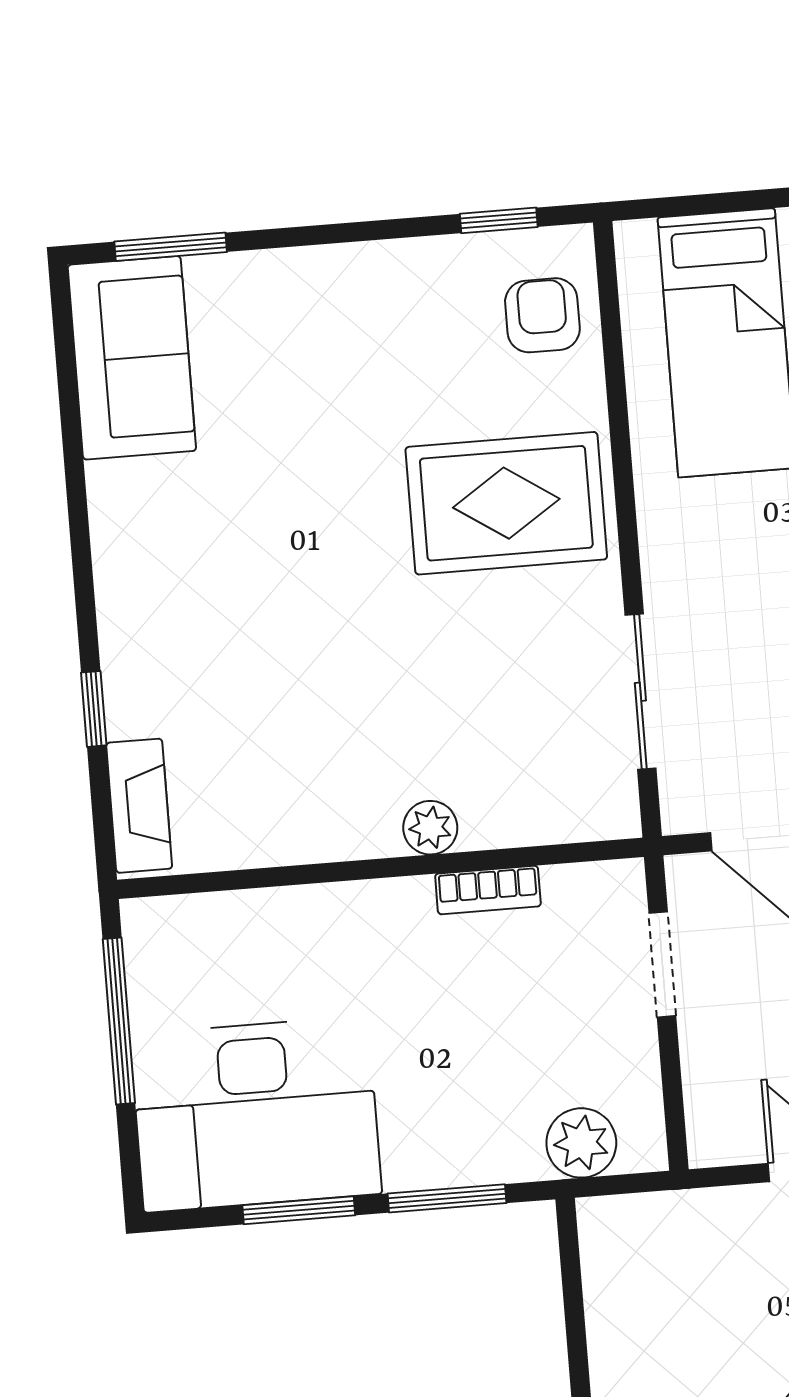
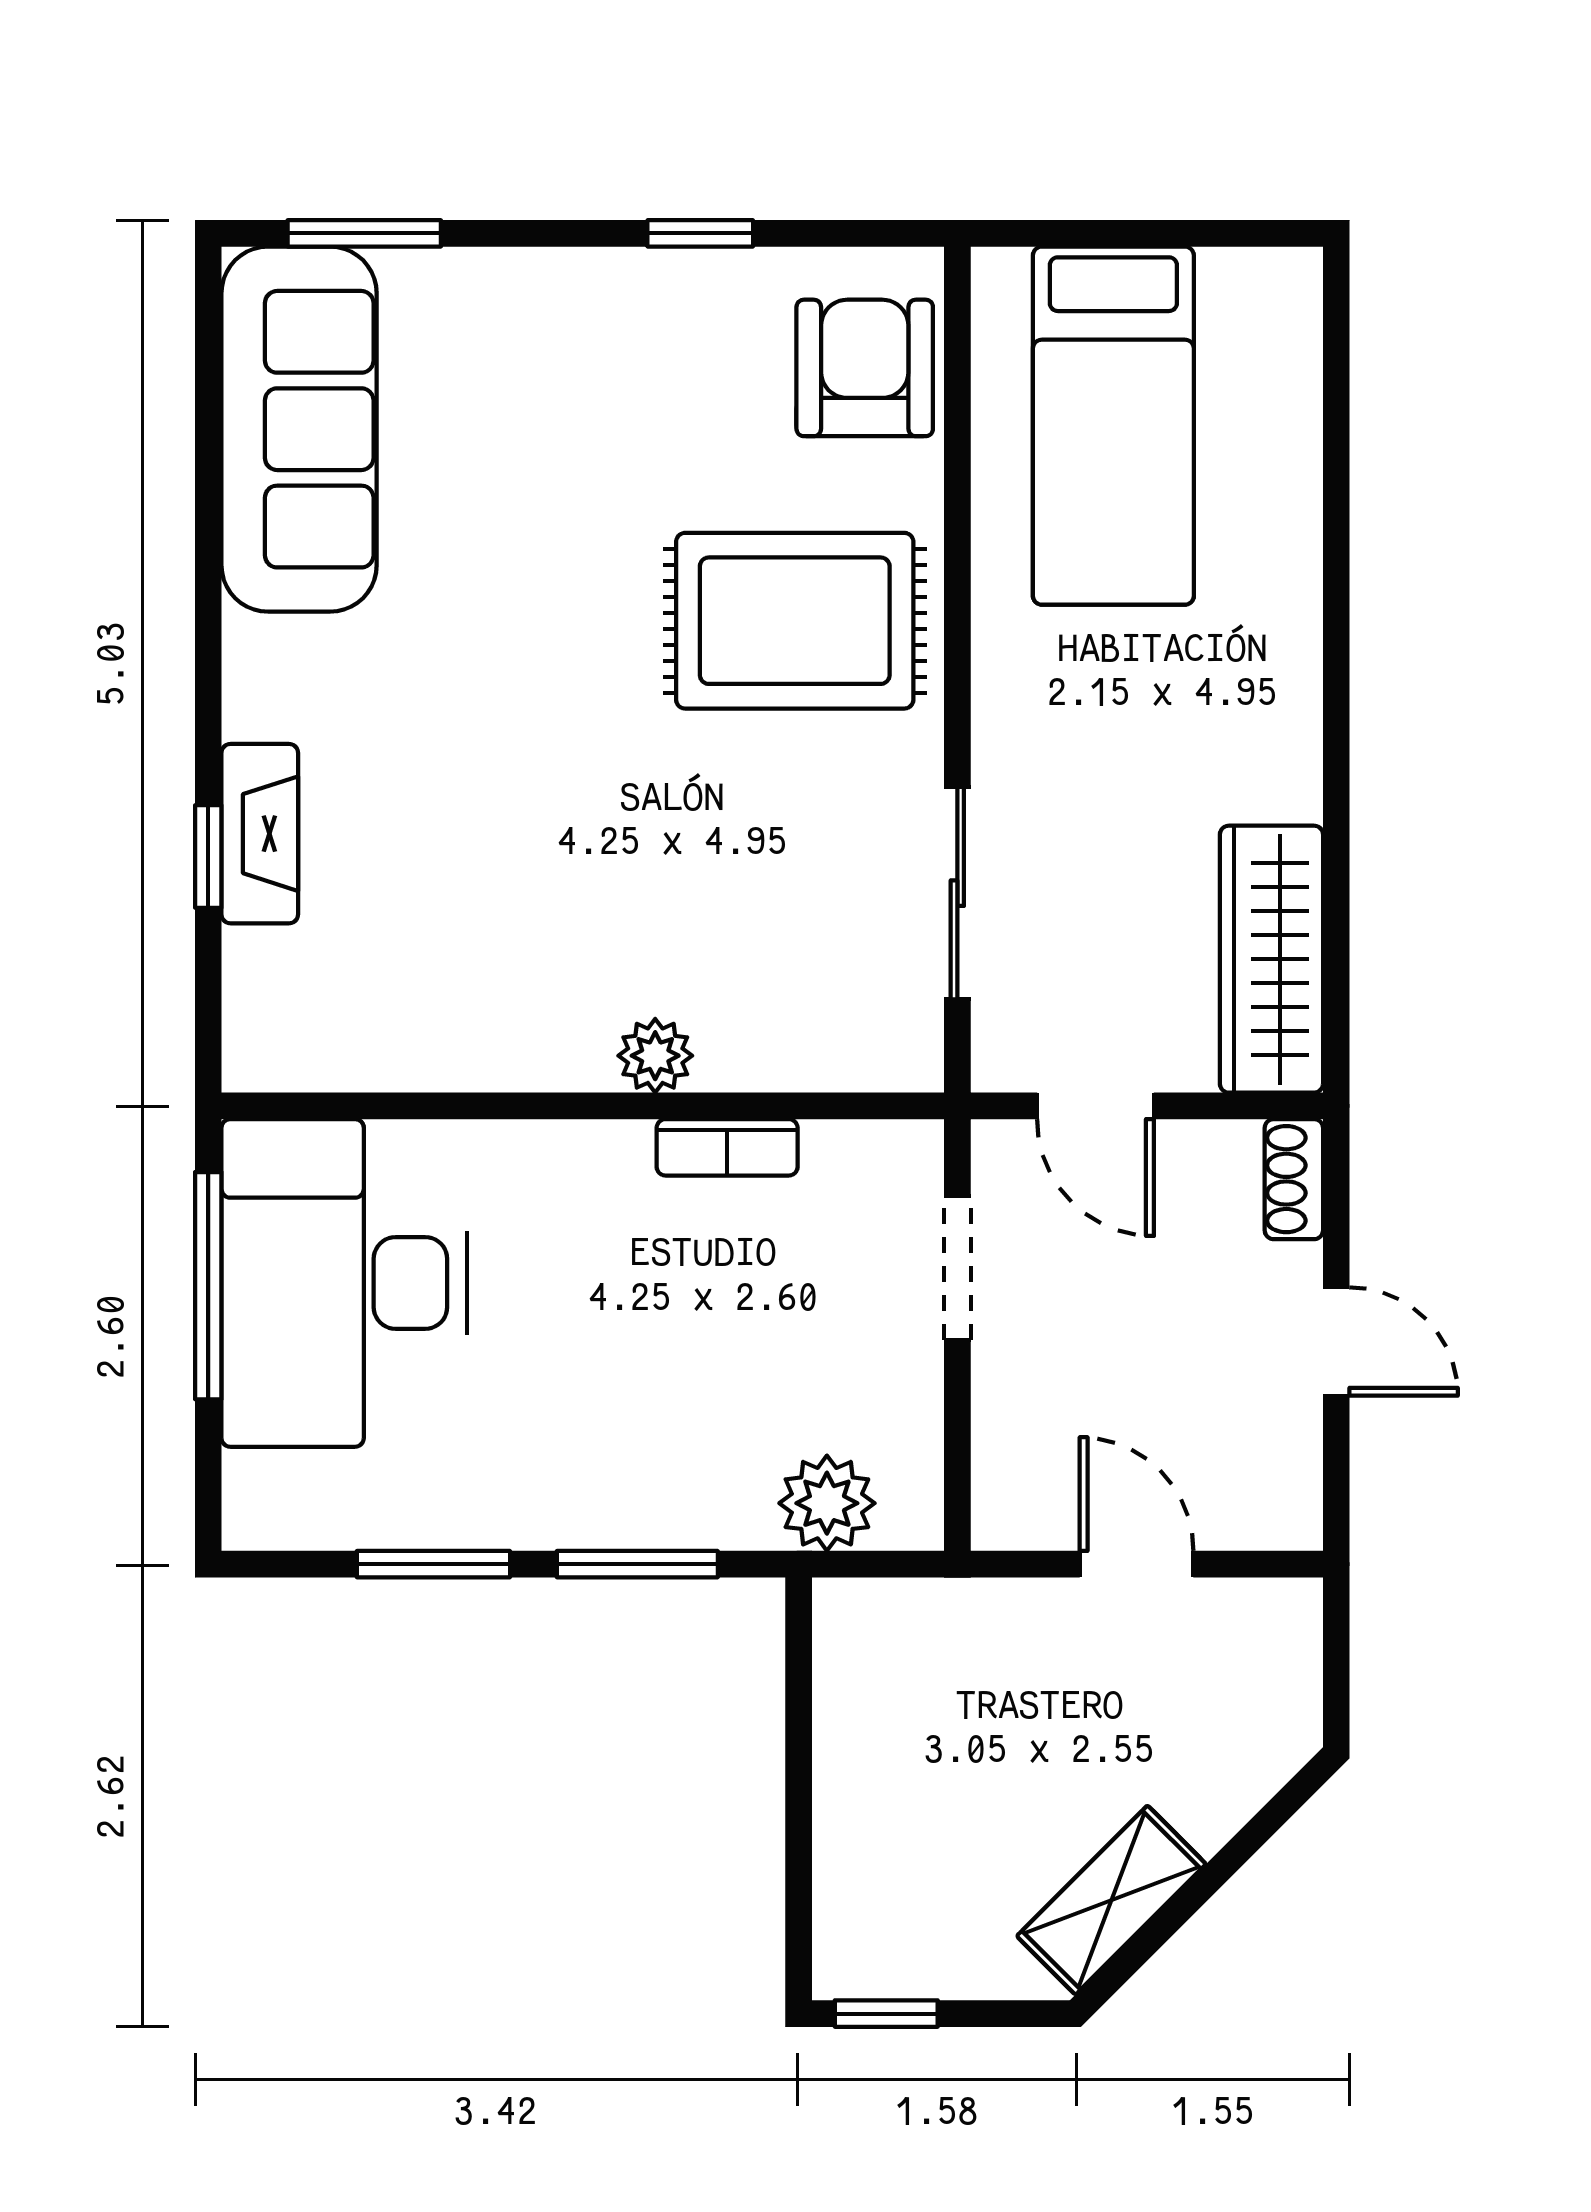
window: (499, 220) -> (700, 233), moved
armchair: (542, 315) -> (865, 368), width x1.38, depth x1.38
sofa: (132, 358) -> (299, 429), width x1.36
fireplace: (139, 806) -> (260, 834), moved
desk: (256, 1114) -> (344, 1283), moved, turned 90

